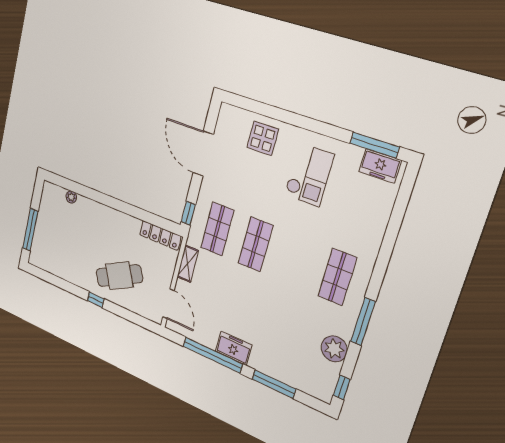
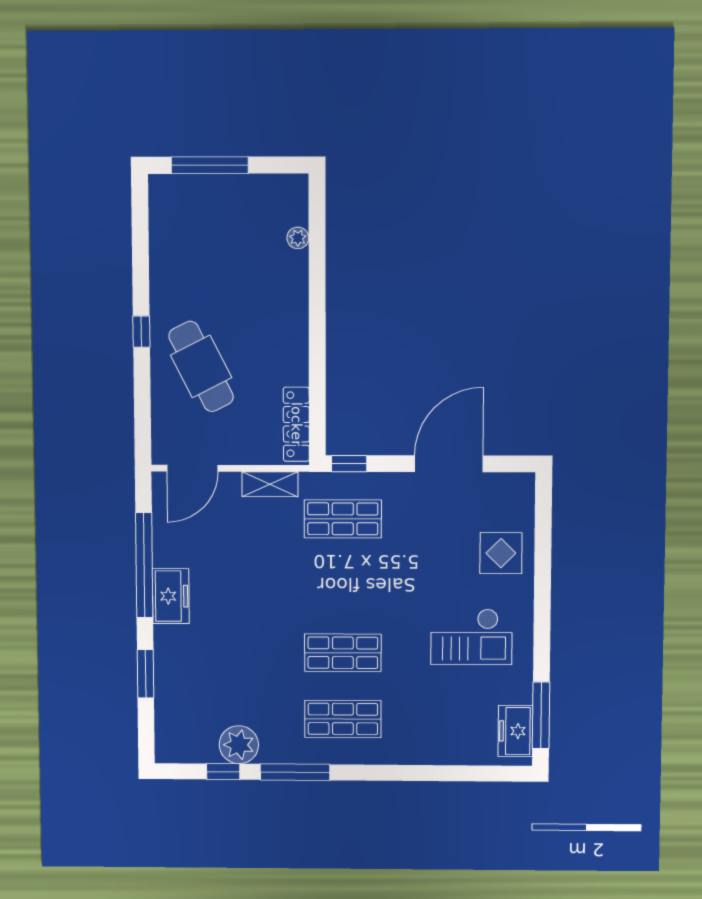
shop shelf: (256, 244) -> (343, 653), moved
window: (274, 384) -> (146, 674), width x0.69
window: (342, 387) -> (223, 772), moved

